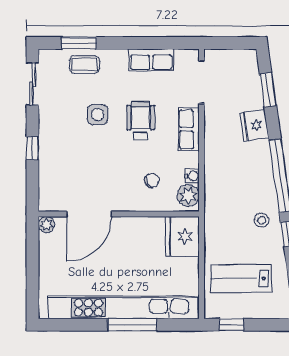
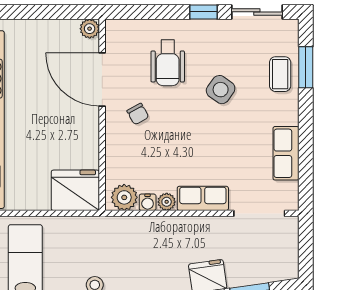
side table: (98, 115) -> (221, 90), turned 35
wheelchair: (141, 121) -> (168, 63), moved, turned 90
window: (32, 148) -> (203, 12), moved
plant: (192, 160) -> (167, 202), added
chair: (152, 181) -> (138, 114), moved

